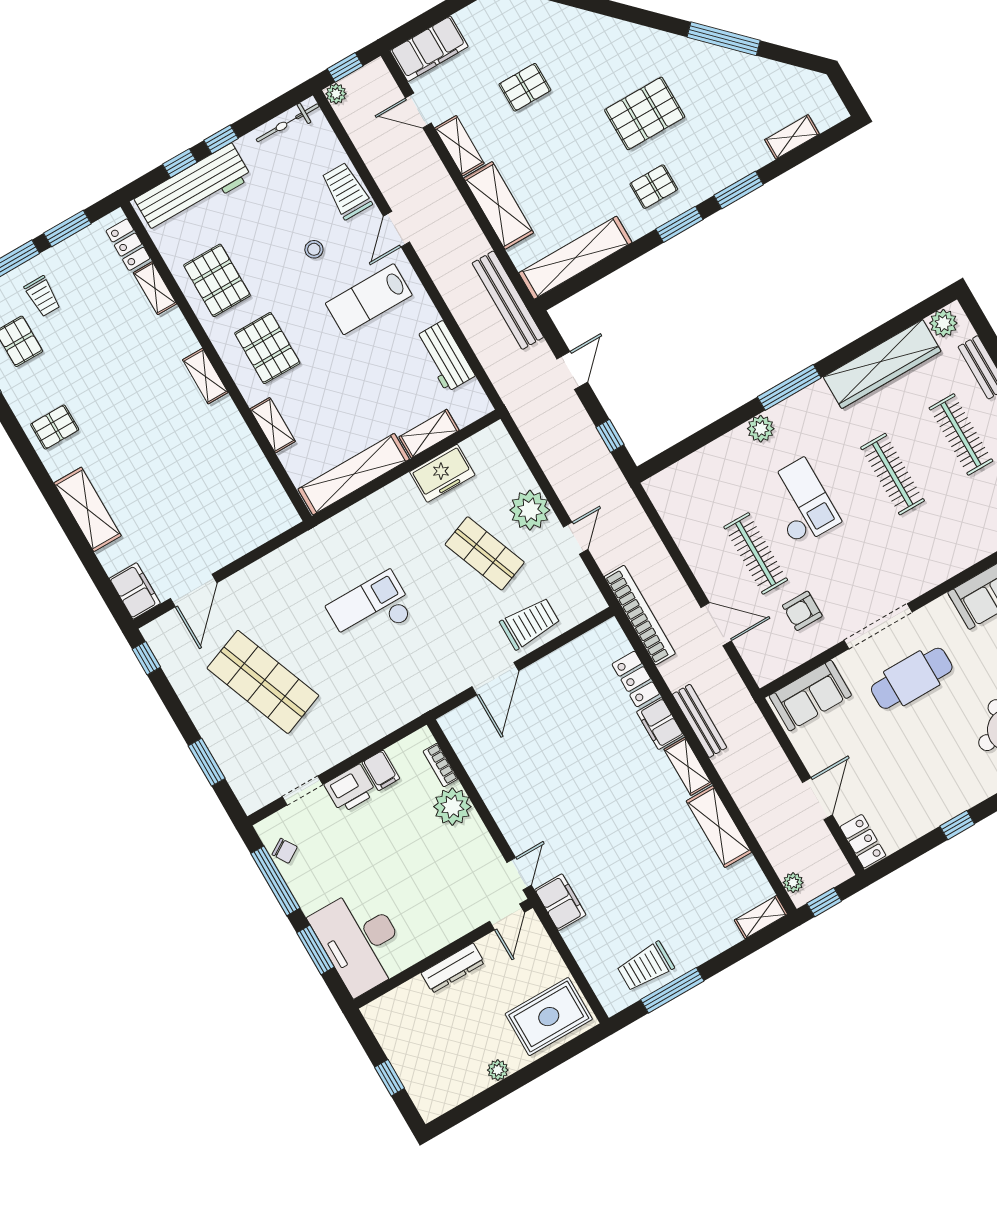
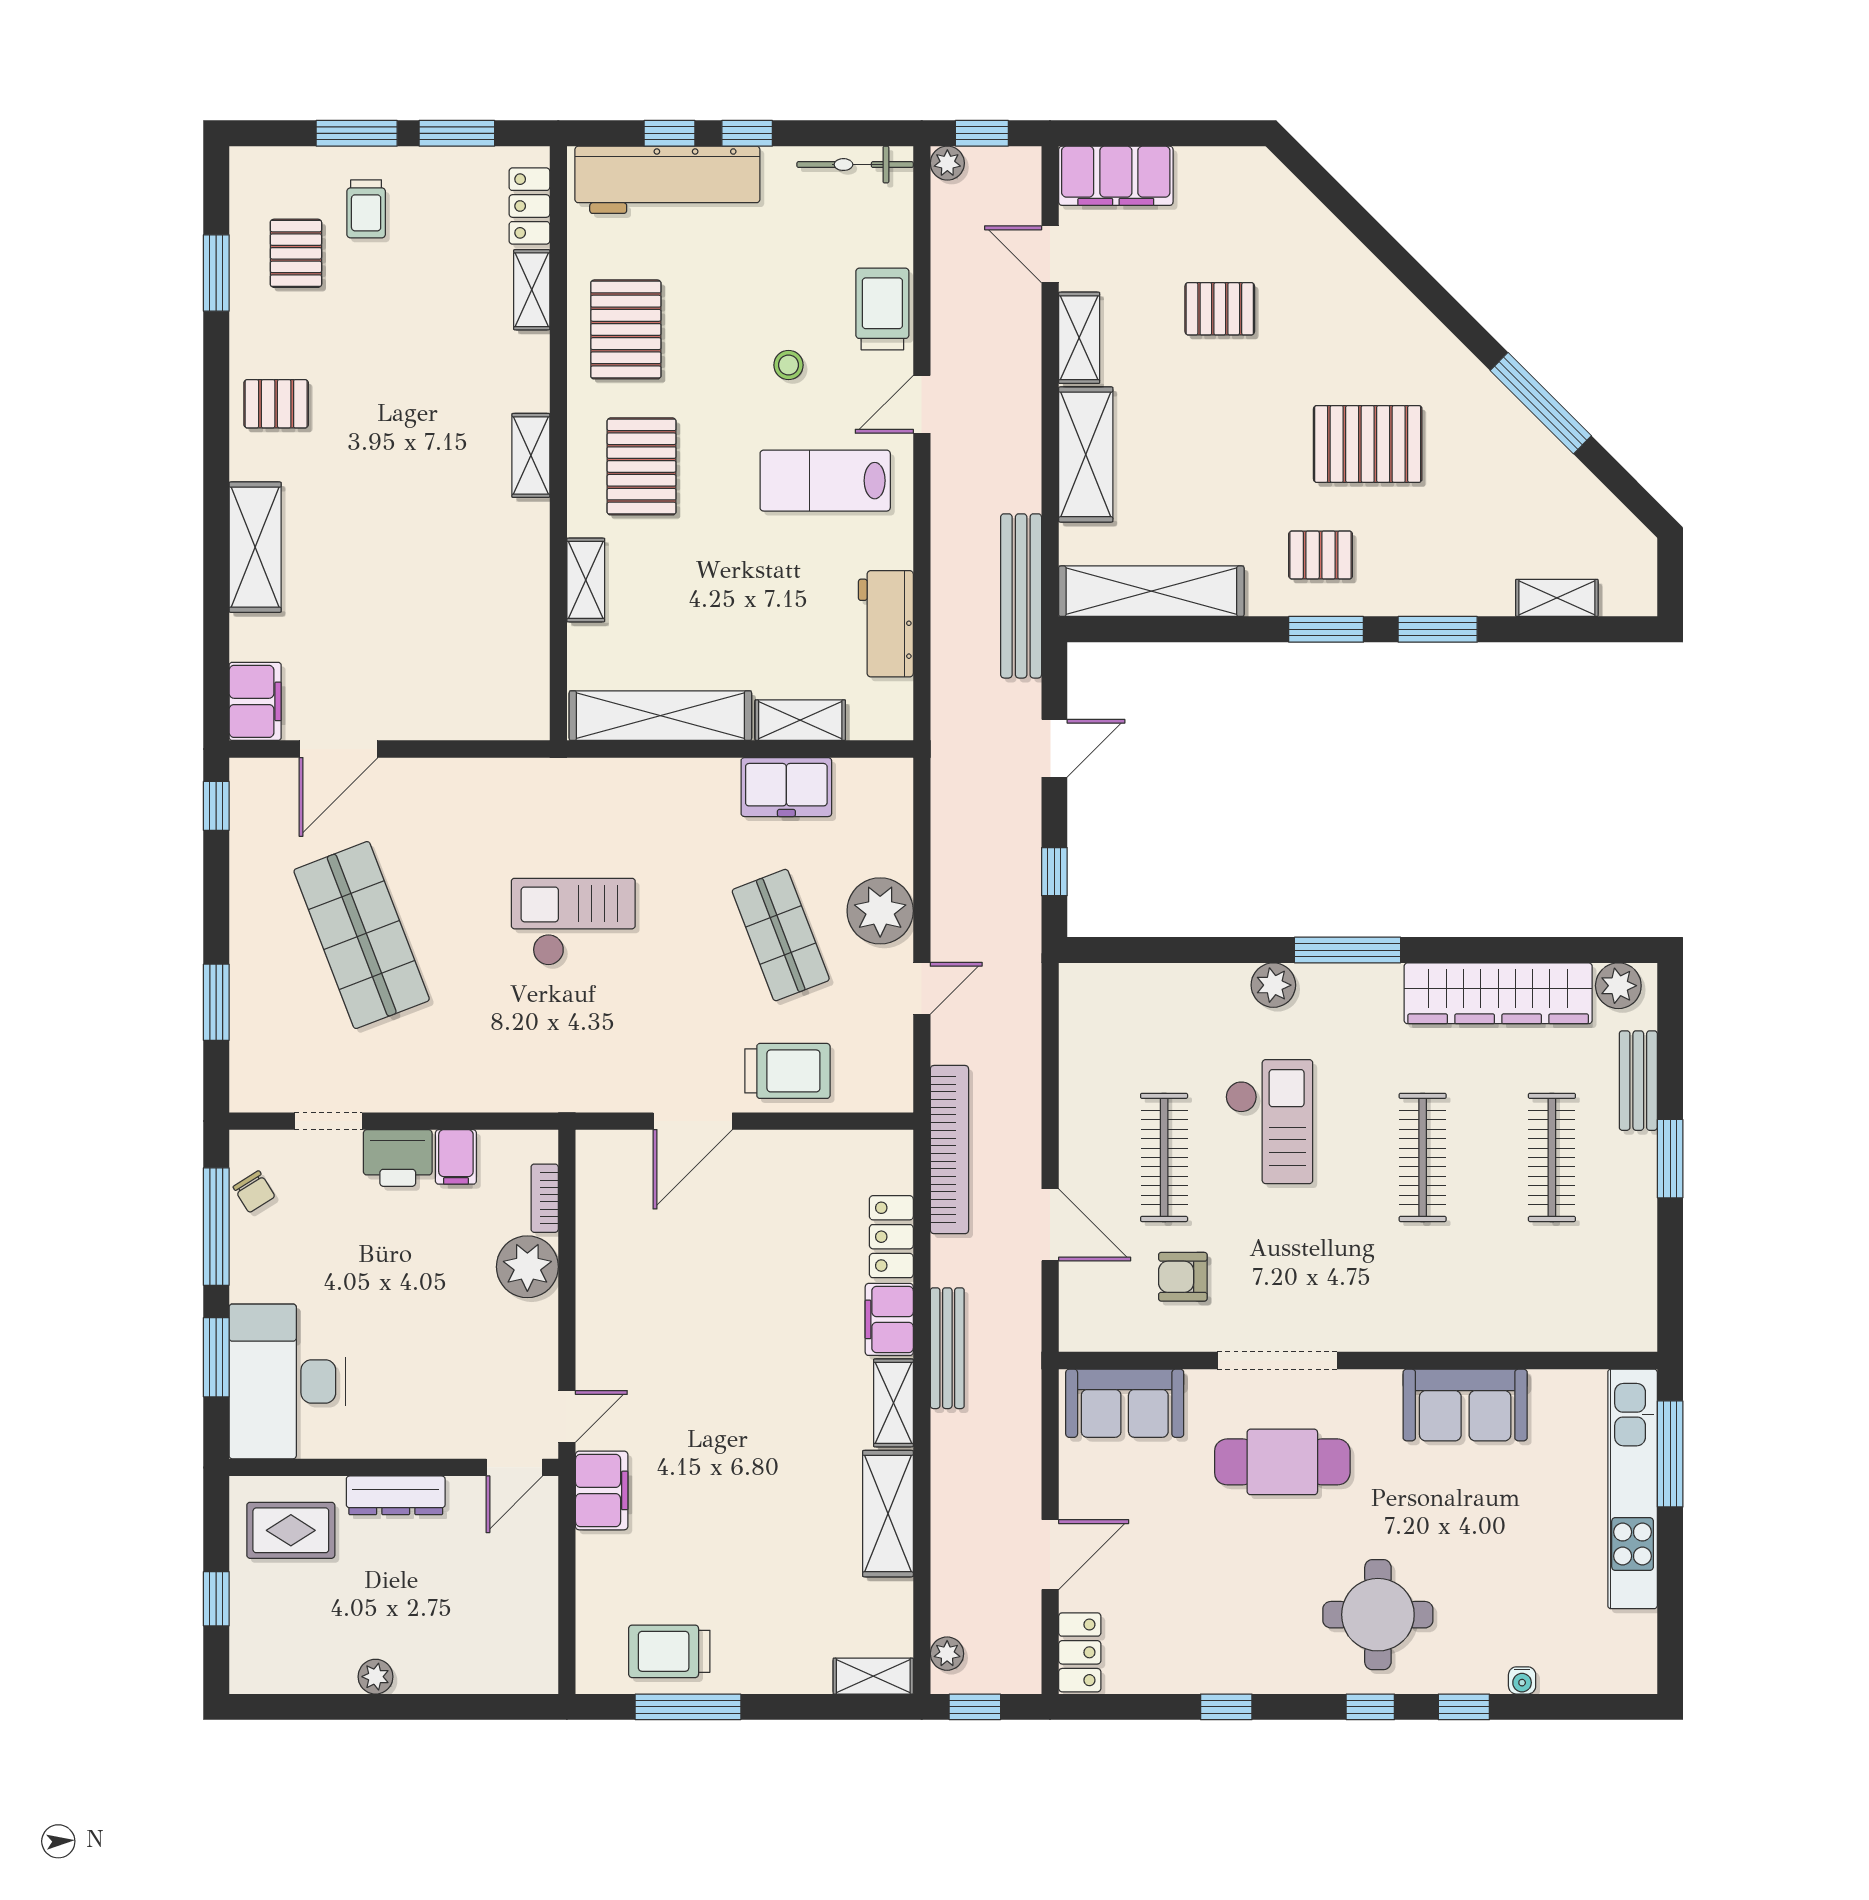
rug: (549, 1017) -> (291, 1530), moved, width x0.73, depth x0.70

